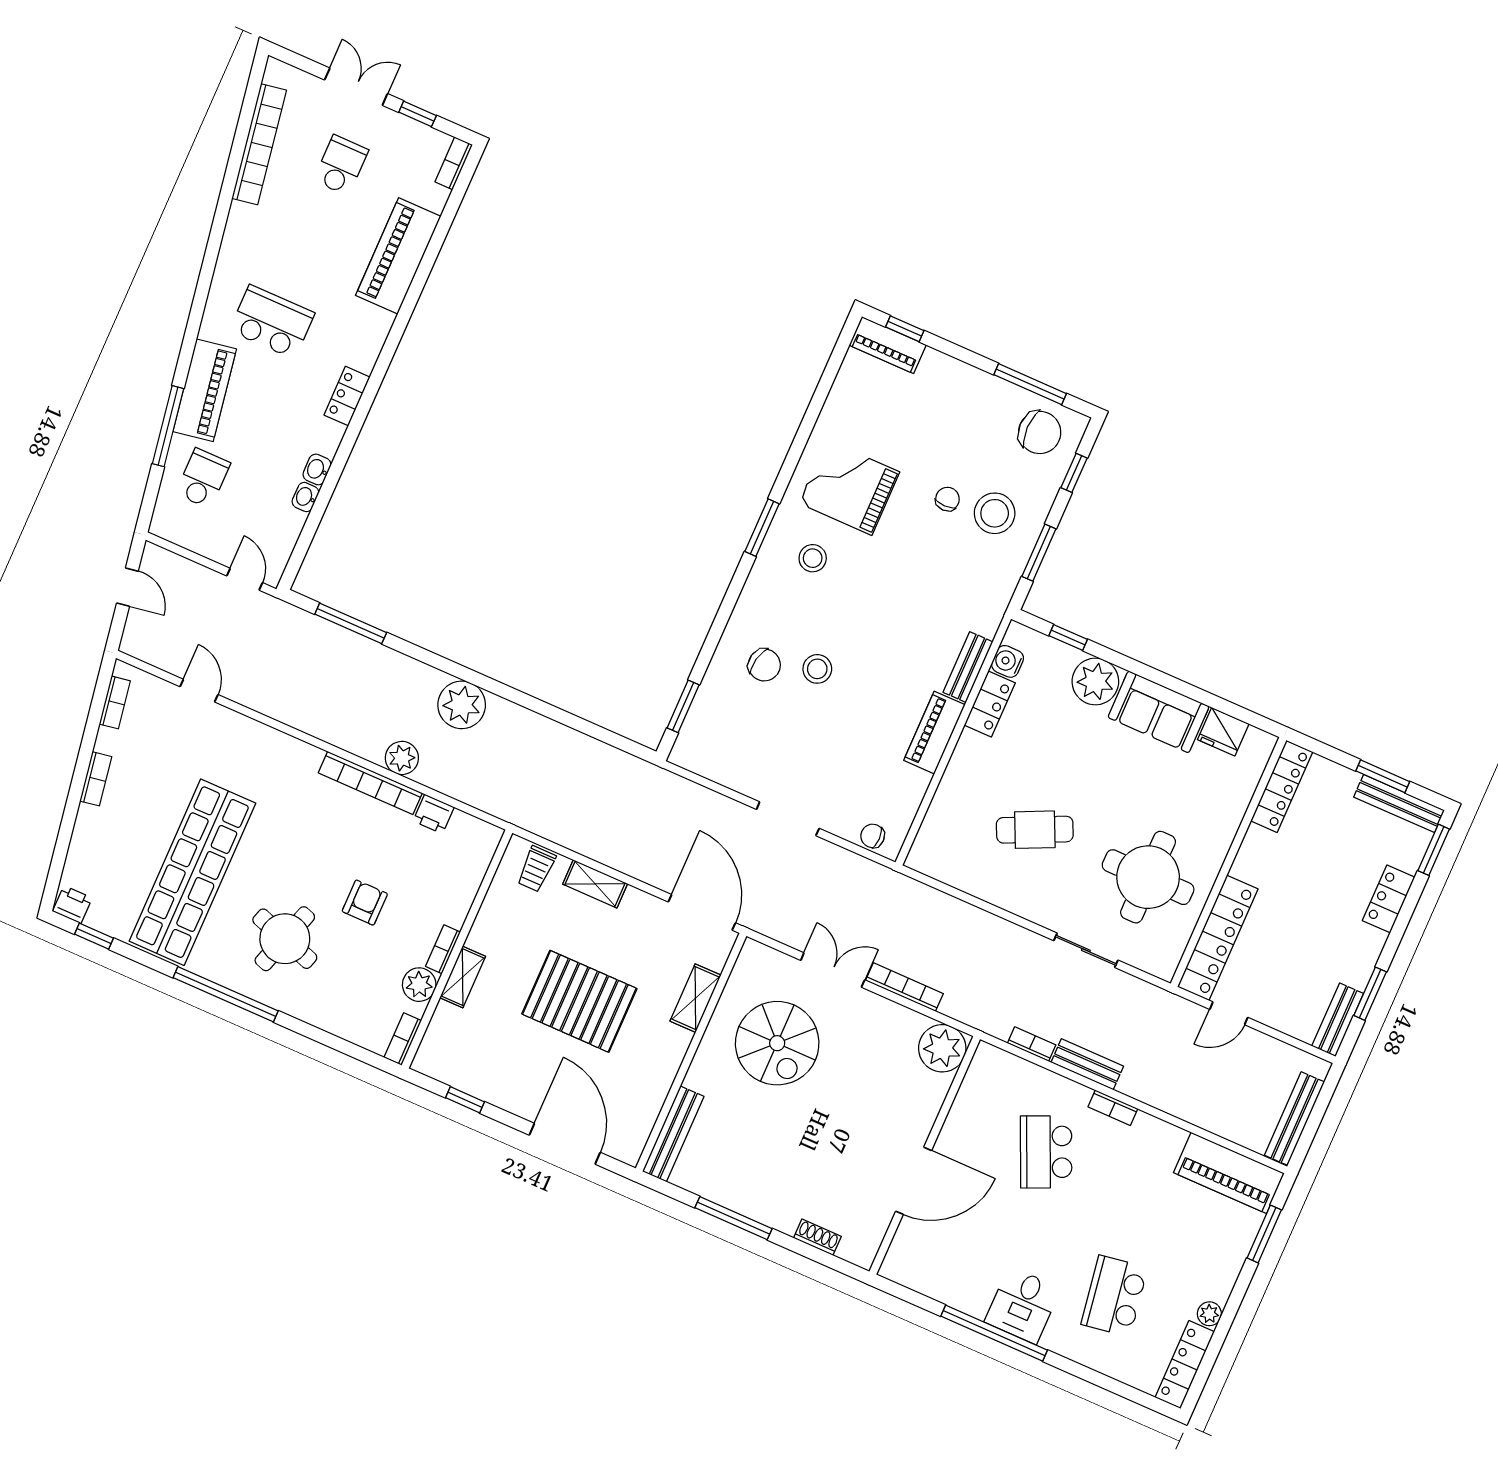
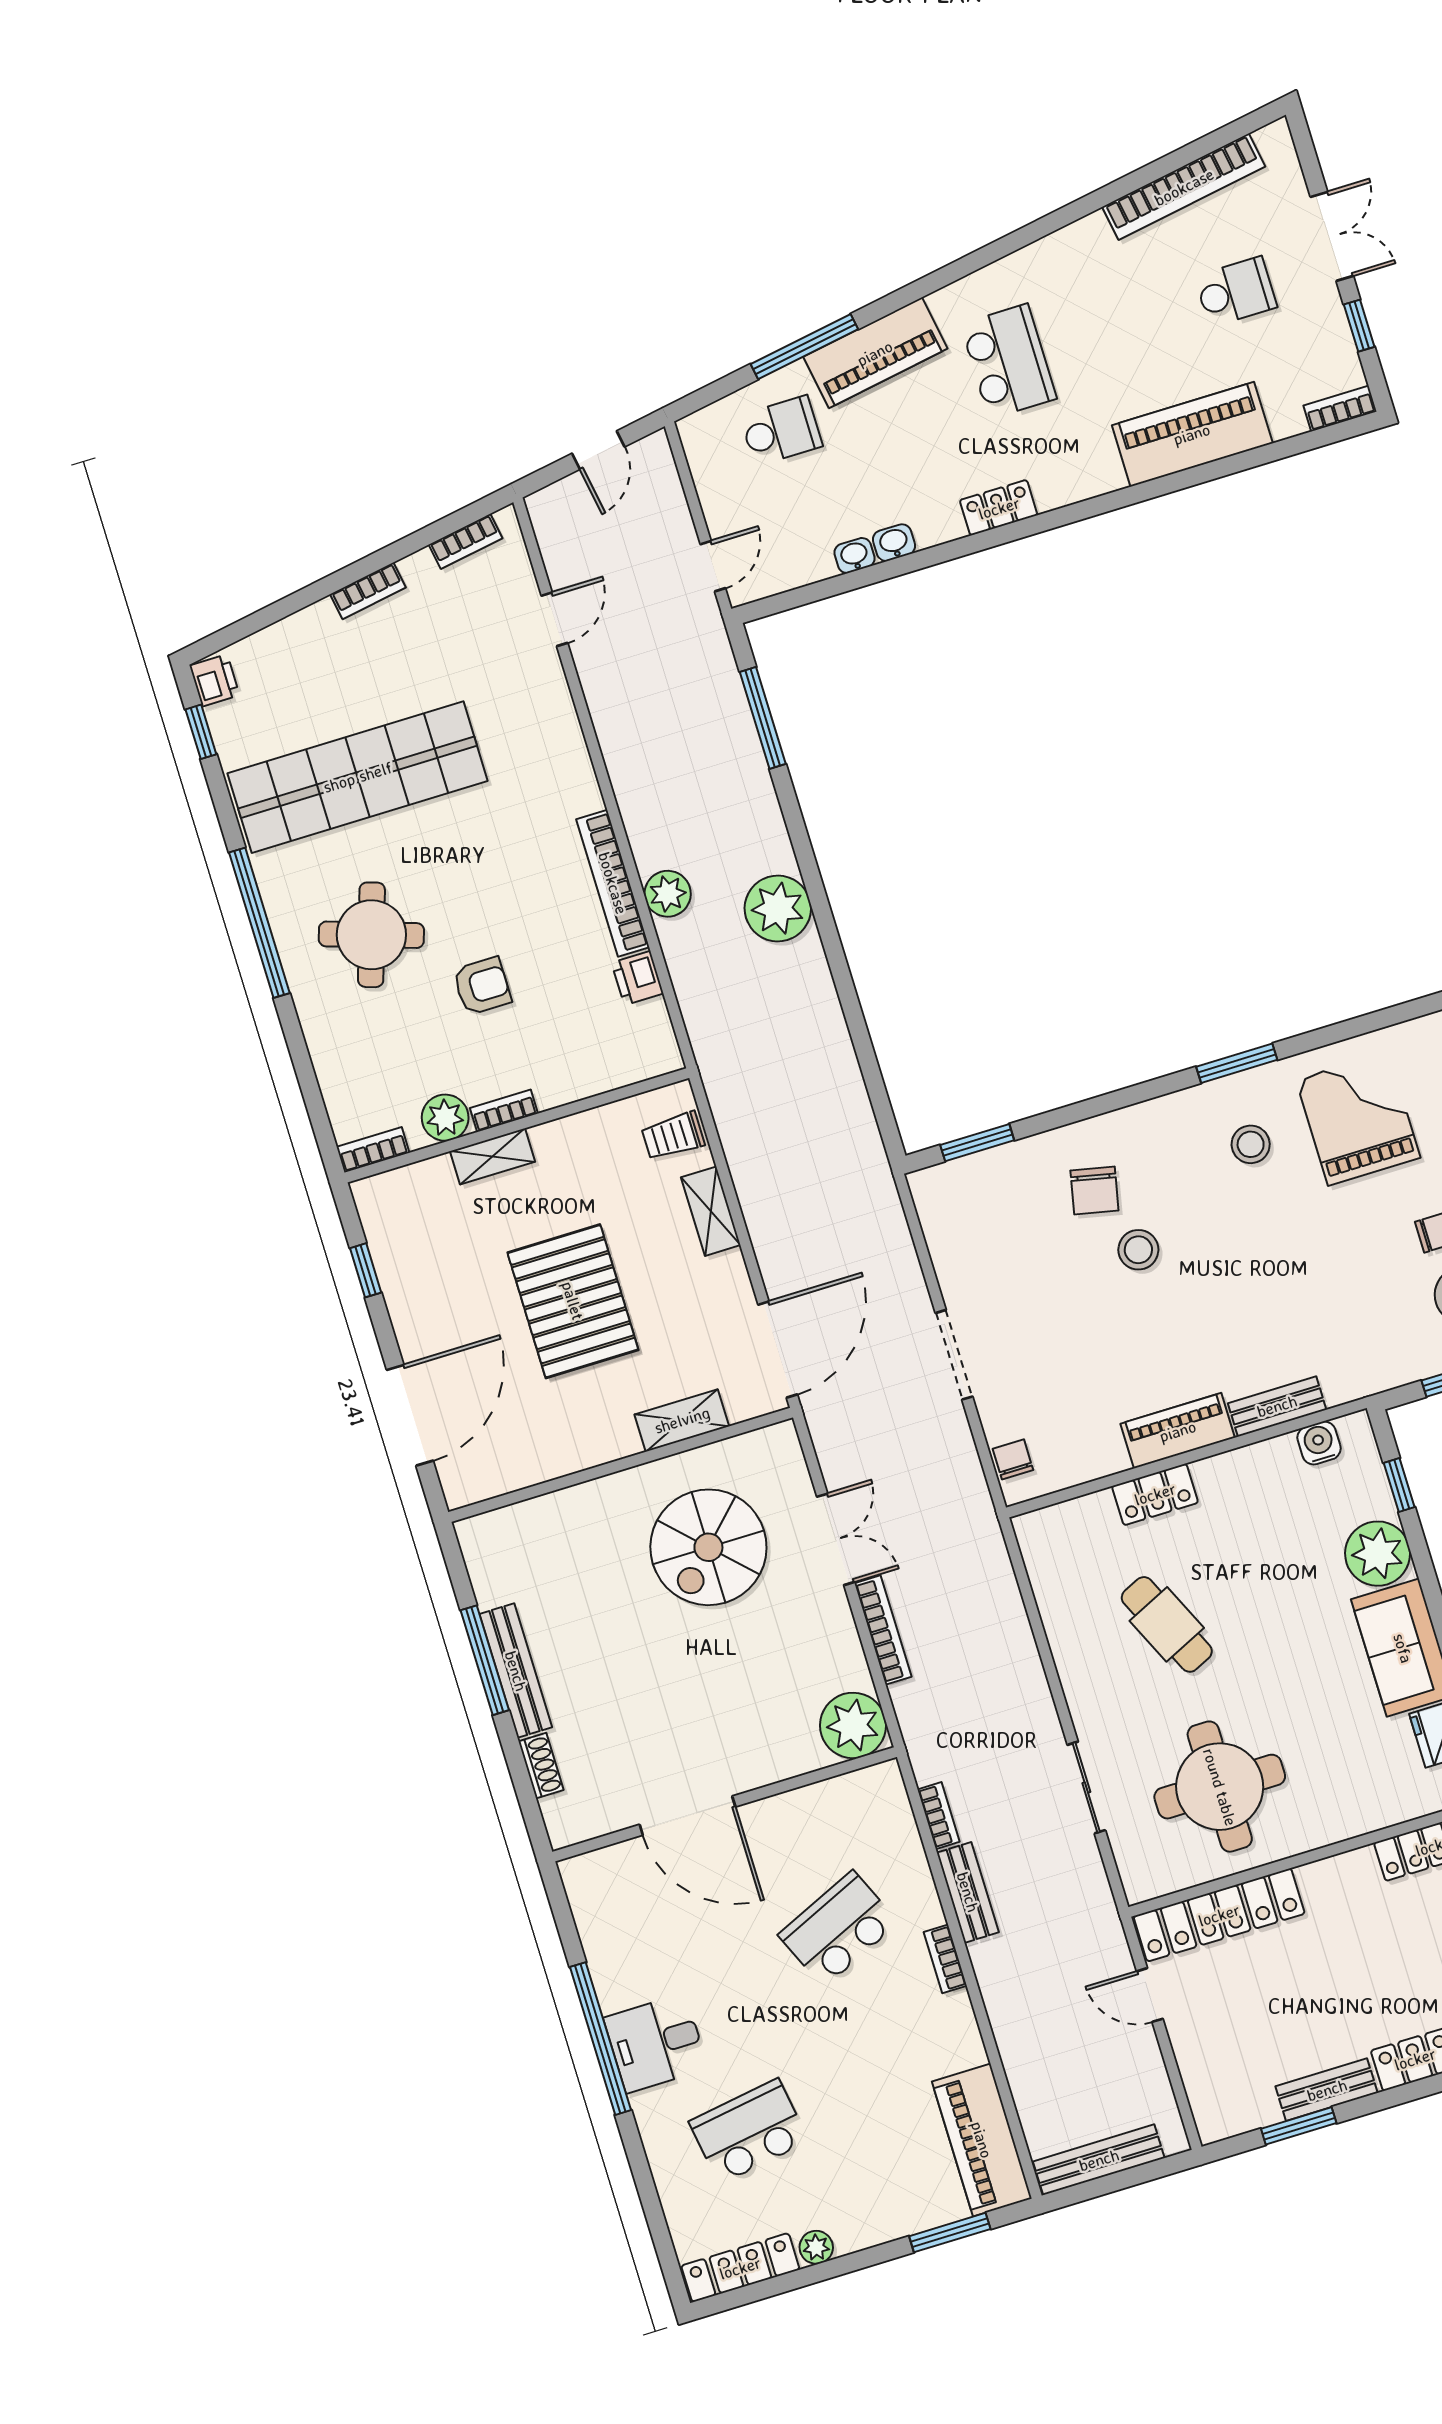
locker: (990, 704) -> (1155, 1494), moved
bench: (1338, 1020) -> (1327, 2090), moved
bench: (673, 1134) -> (516, 1671), moved, turned 90

